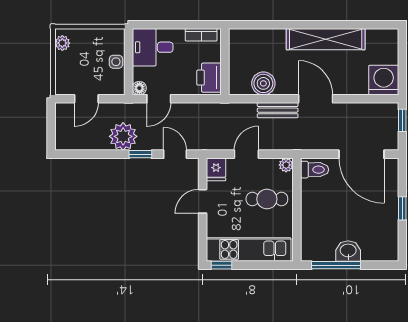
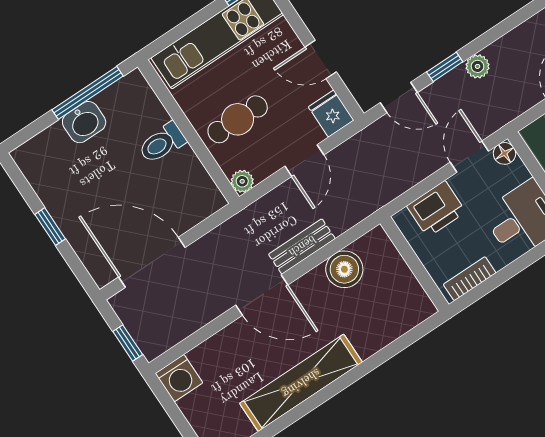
printer: (209, 78) -> (436, 209), moved, turned 90
washing machine: (384, 80) -> (179, 378), width x0.73, depth x0.73
plant: (123, 136) -> (478, 66), width x0.53, depth x0.53
toilet: (315, 170) -> (162, 143), moved
door: (203, 201) -> (321, 59), swing flipped

